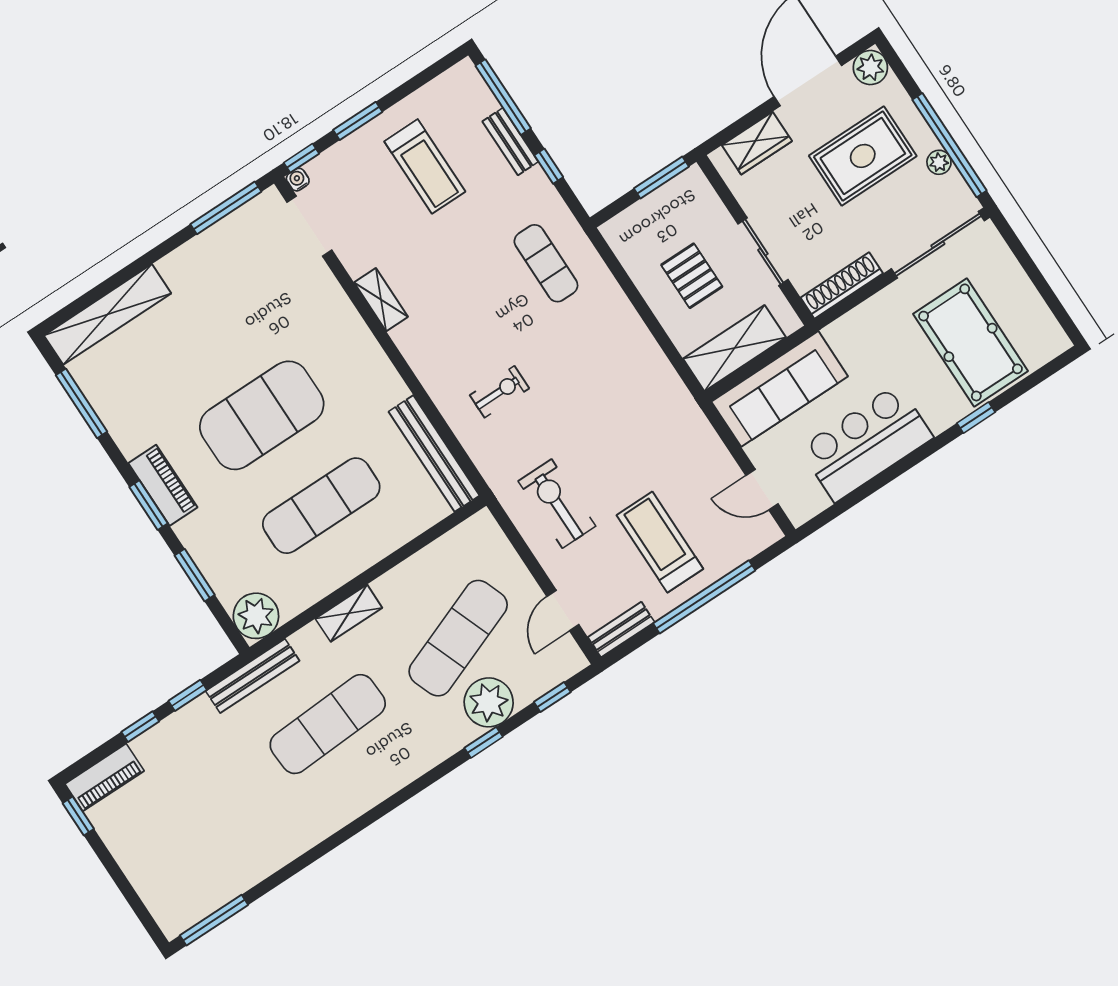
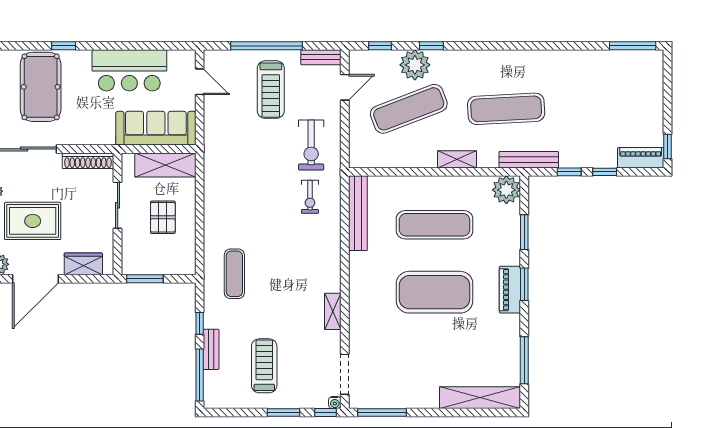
exercise bike: (499, 392) -> (310, 197), moved, turned -90

